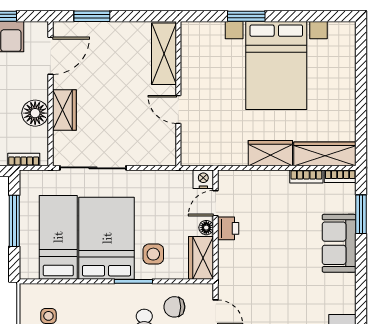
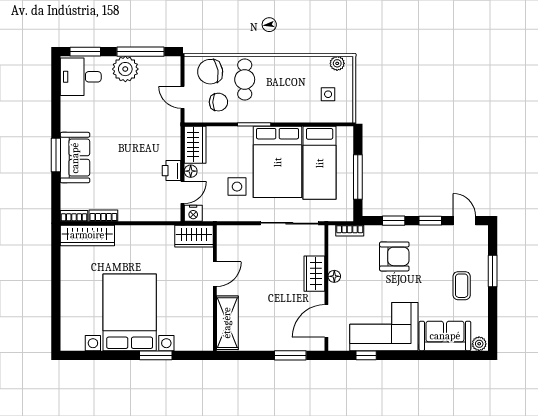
door: (178, 109) -> (215, 274), hinge flipped
floor lamp: (35, 113) -> (334, 276), width x0.53, depth x0.53
wardrobe: (270, 153) -> (194, 236), moved
window: (361, 214) -> (56, 155), moved
side table: (153, 254) -> (237, 187), moved

